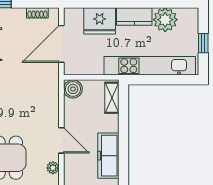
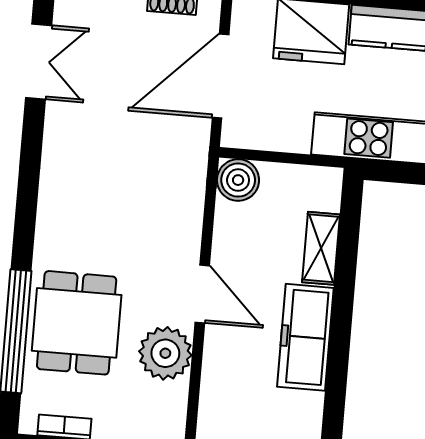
shelving: (112, 98) -> (321, 248), moved
plant: (53, 168) -> (165, 353), width x1.87, depth x1.87

